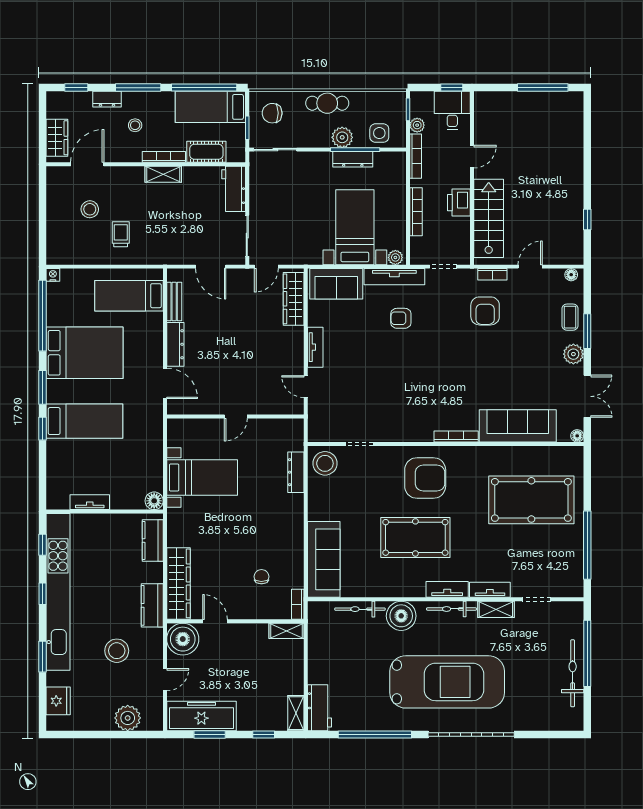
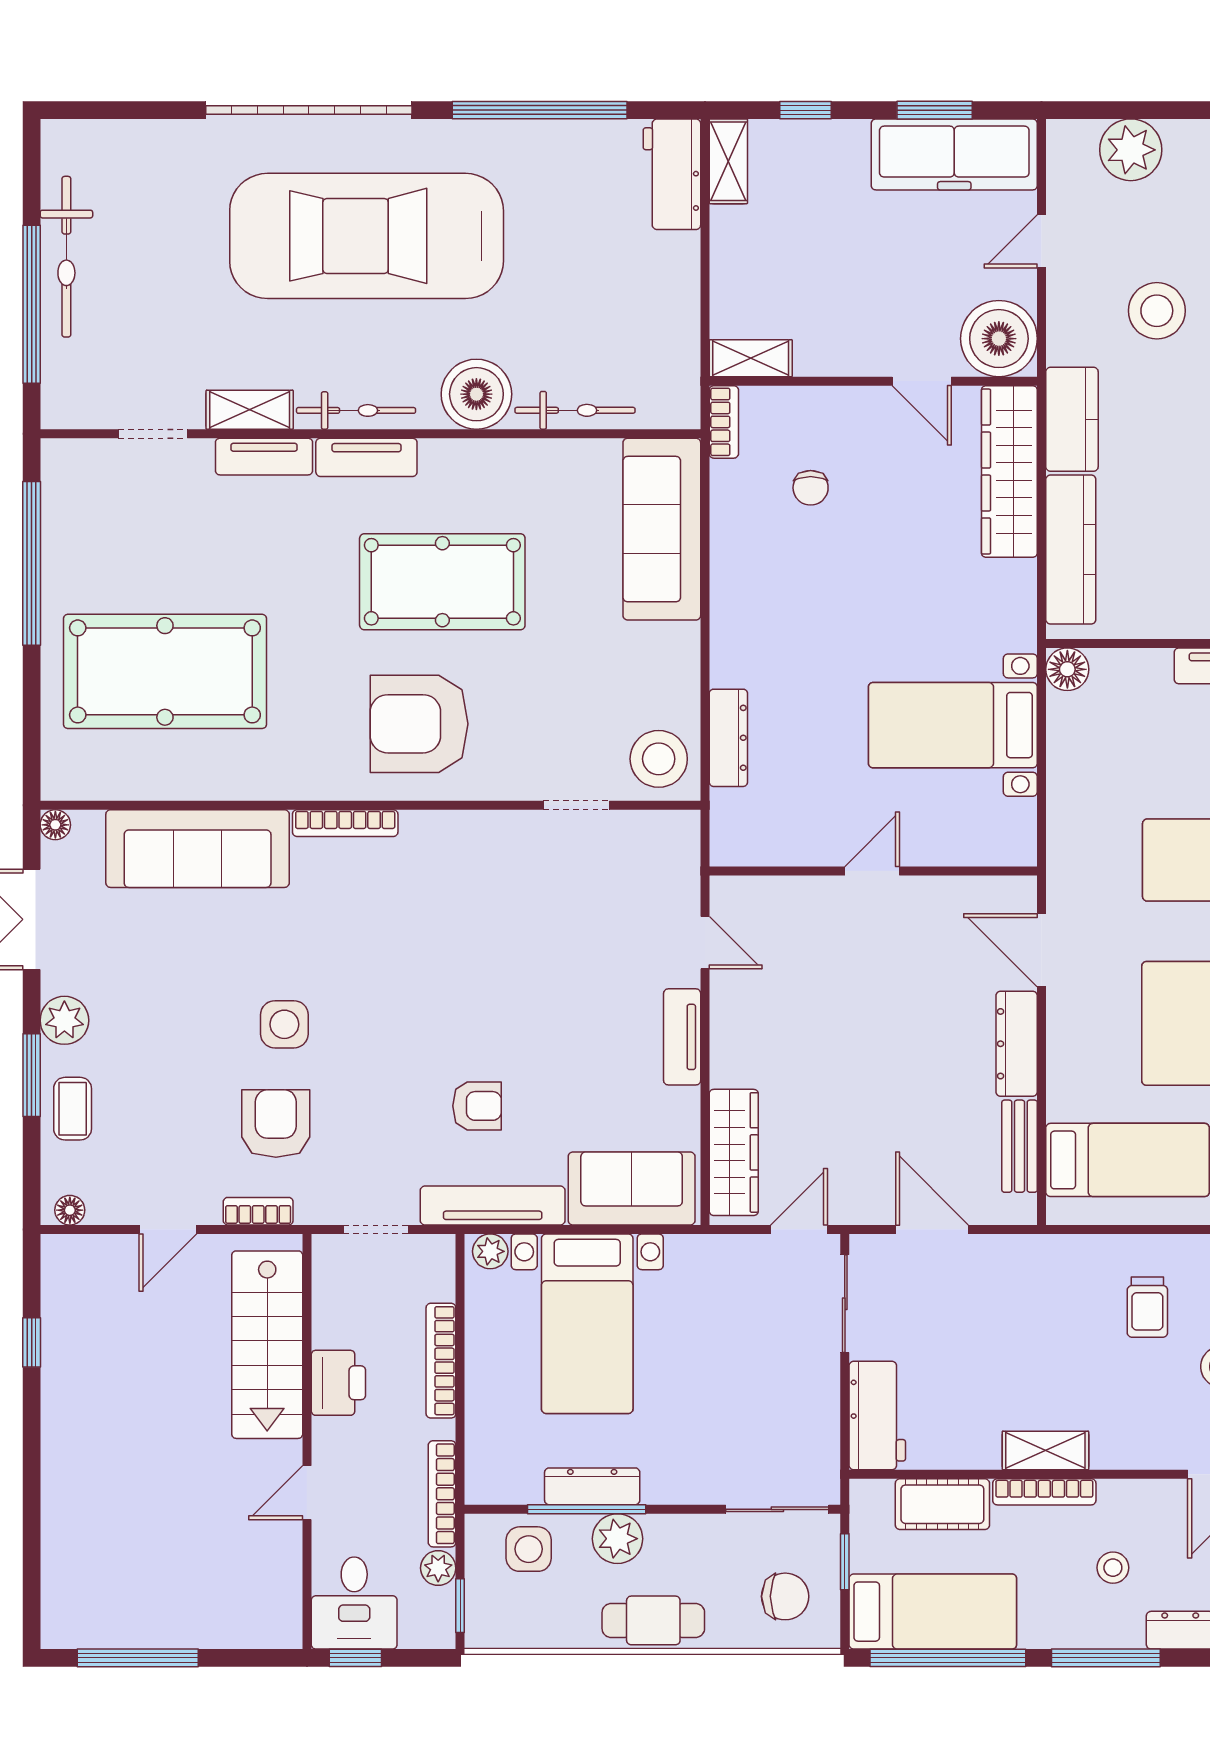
side table: (481, 352) -> (284, 1024), added
kitchen counter: (153, 540) -> (1071, 550), width x1.50

